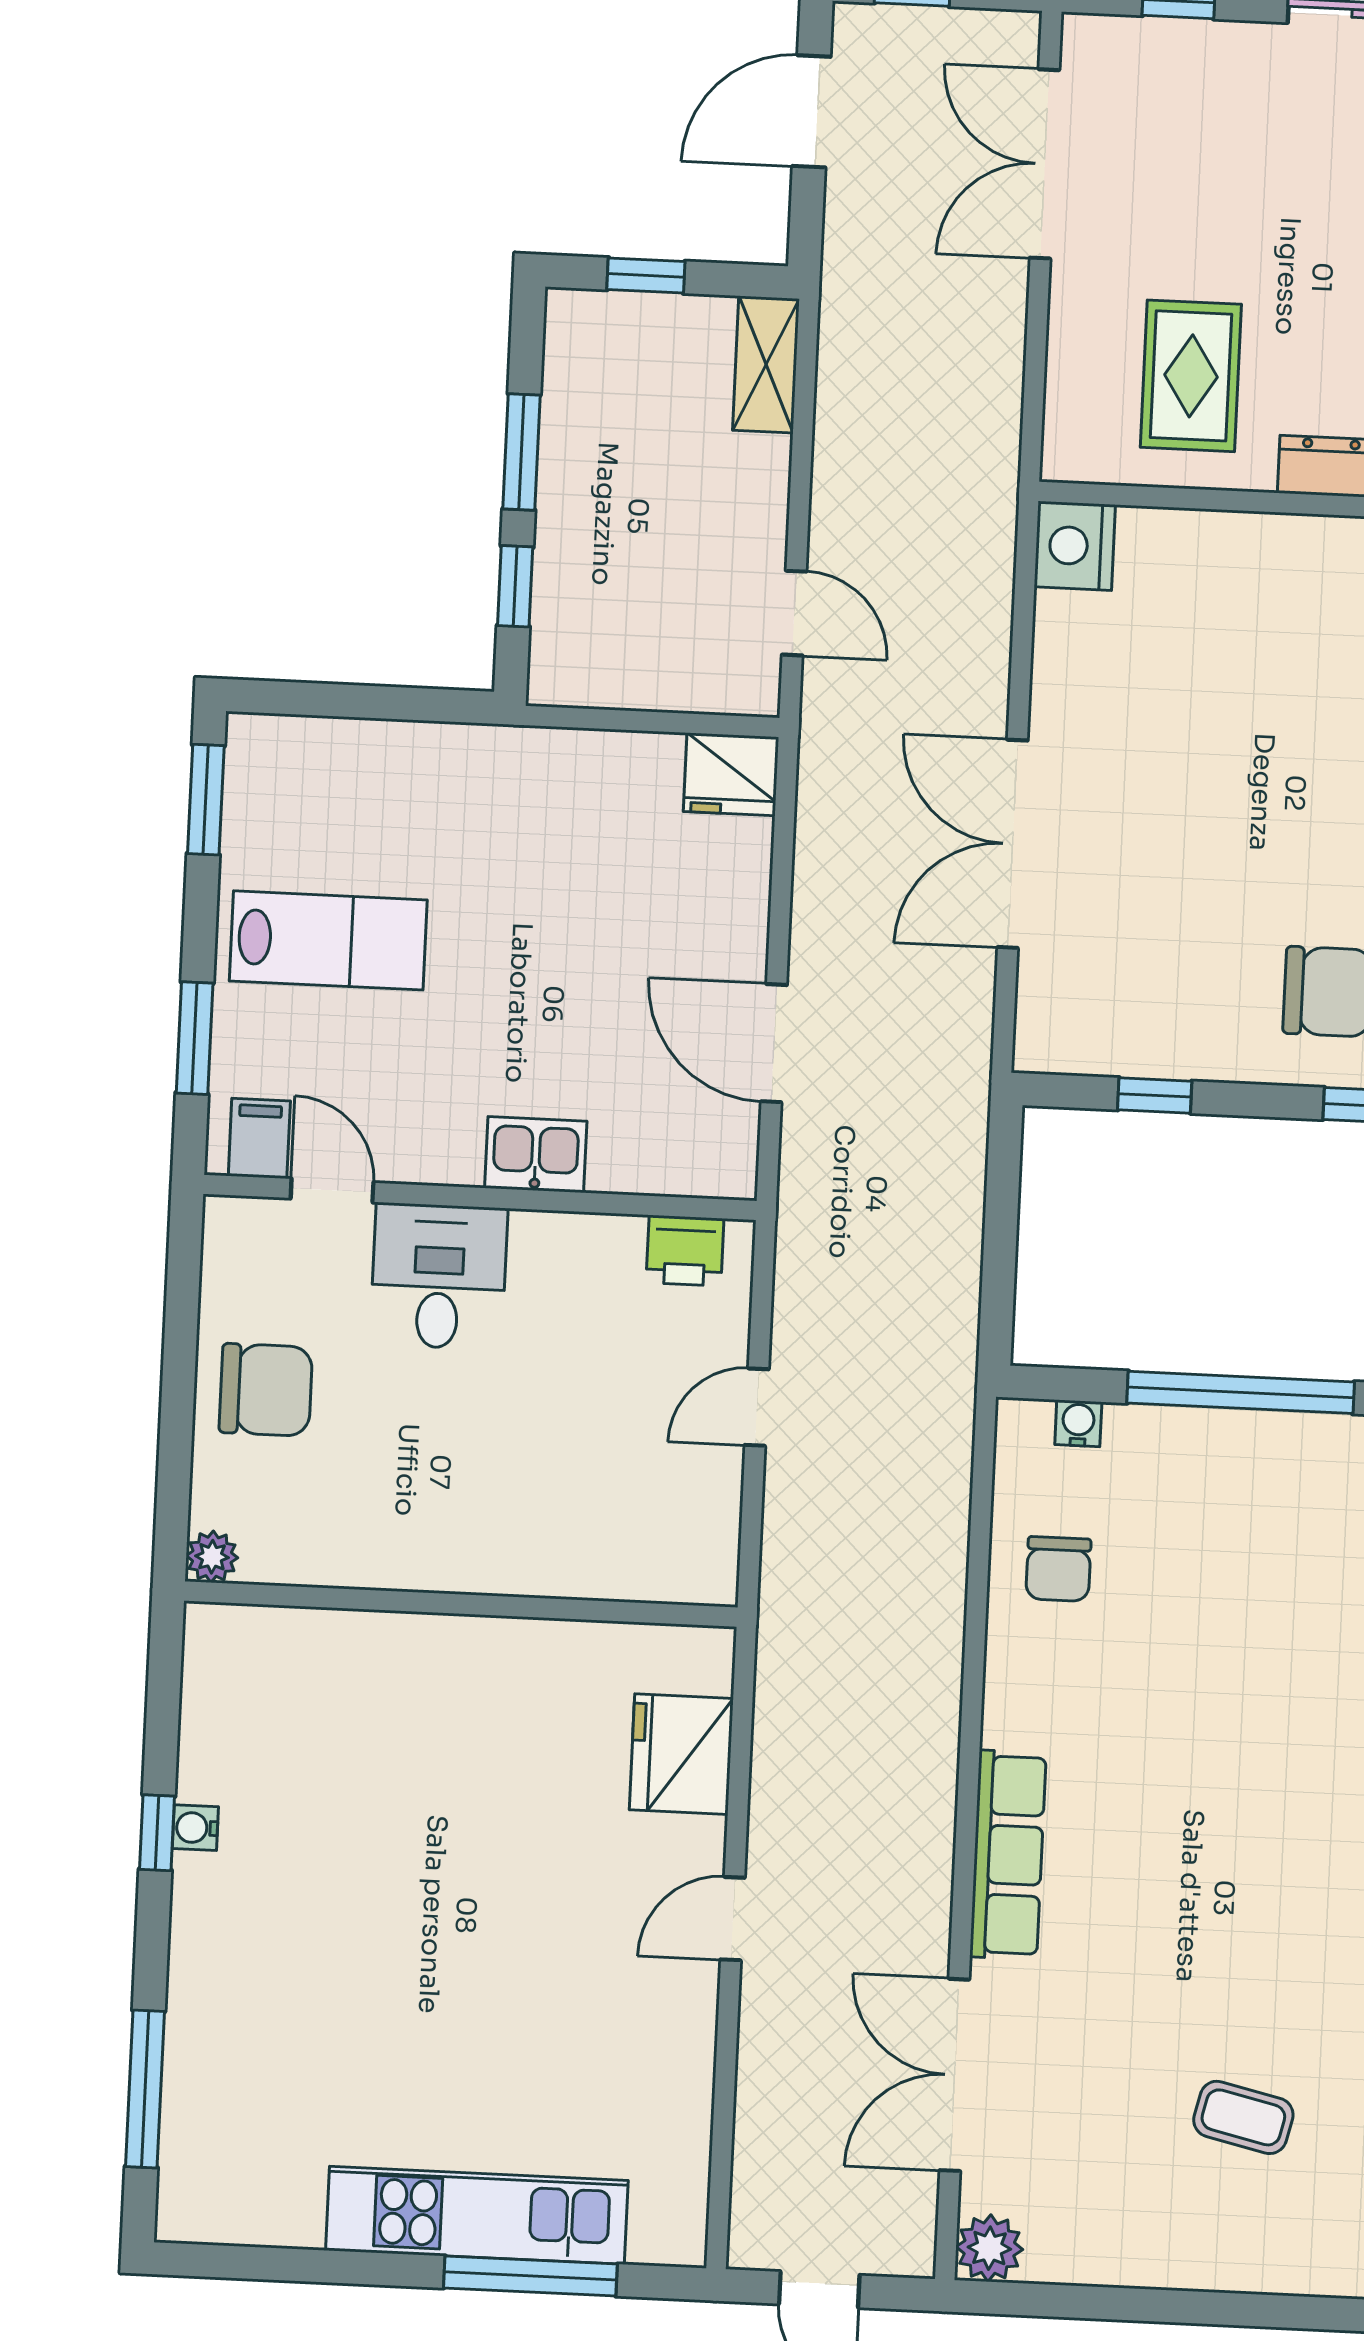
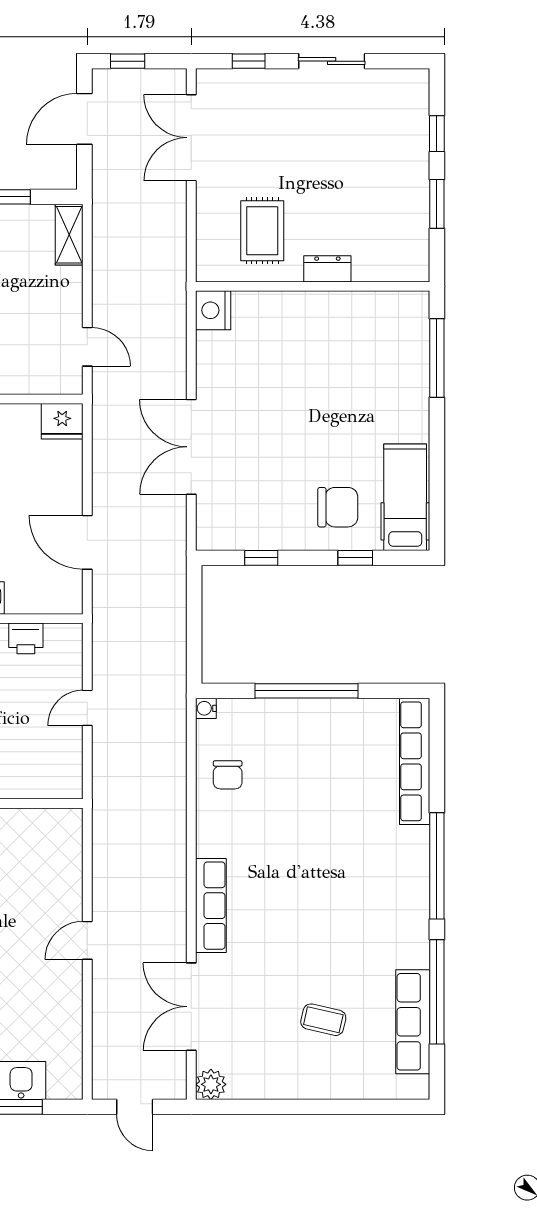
printer: (685, 1251) -> (26, 638), moved
water cooler: (1078, 1423) -> (206, 708), moved, turned -90
fridge: (681, 1754) -> (61, 867), removed

